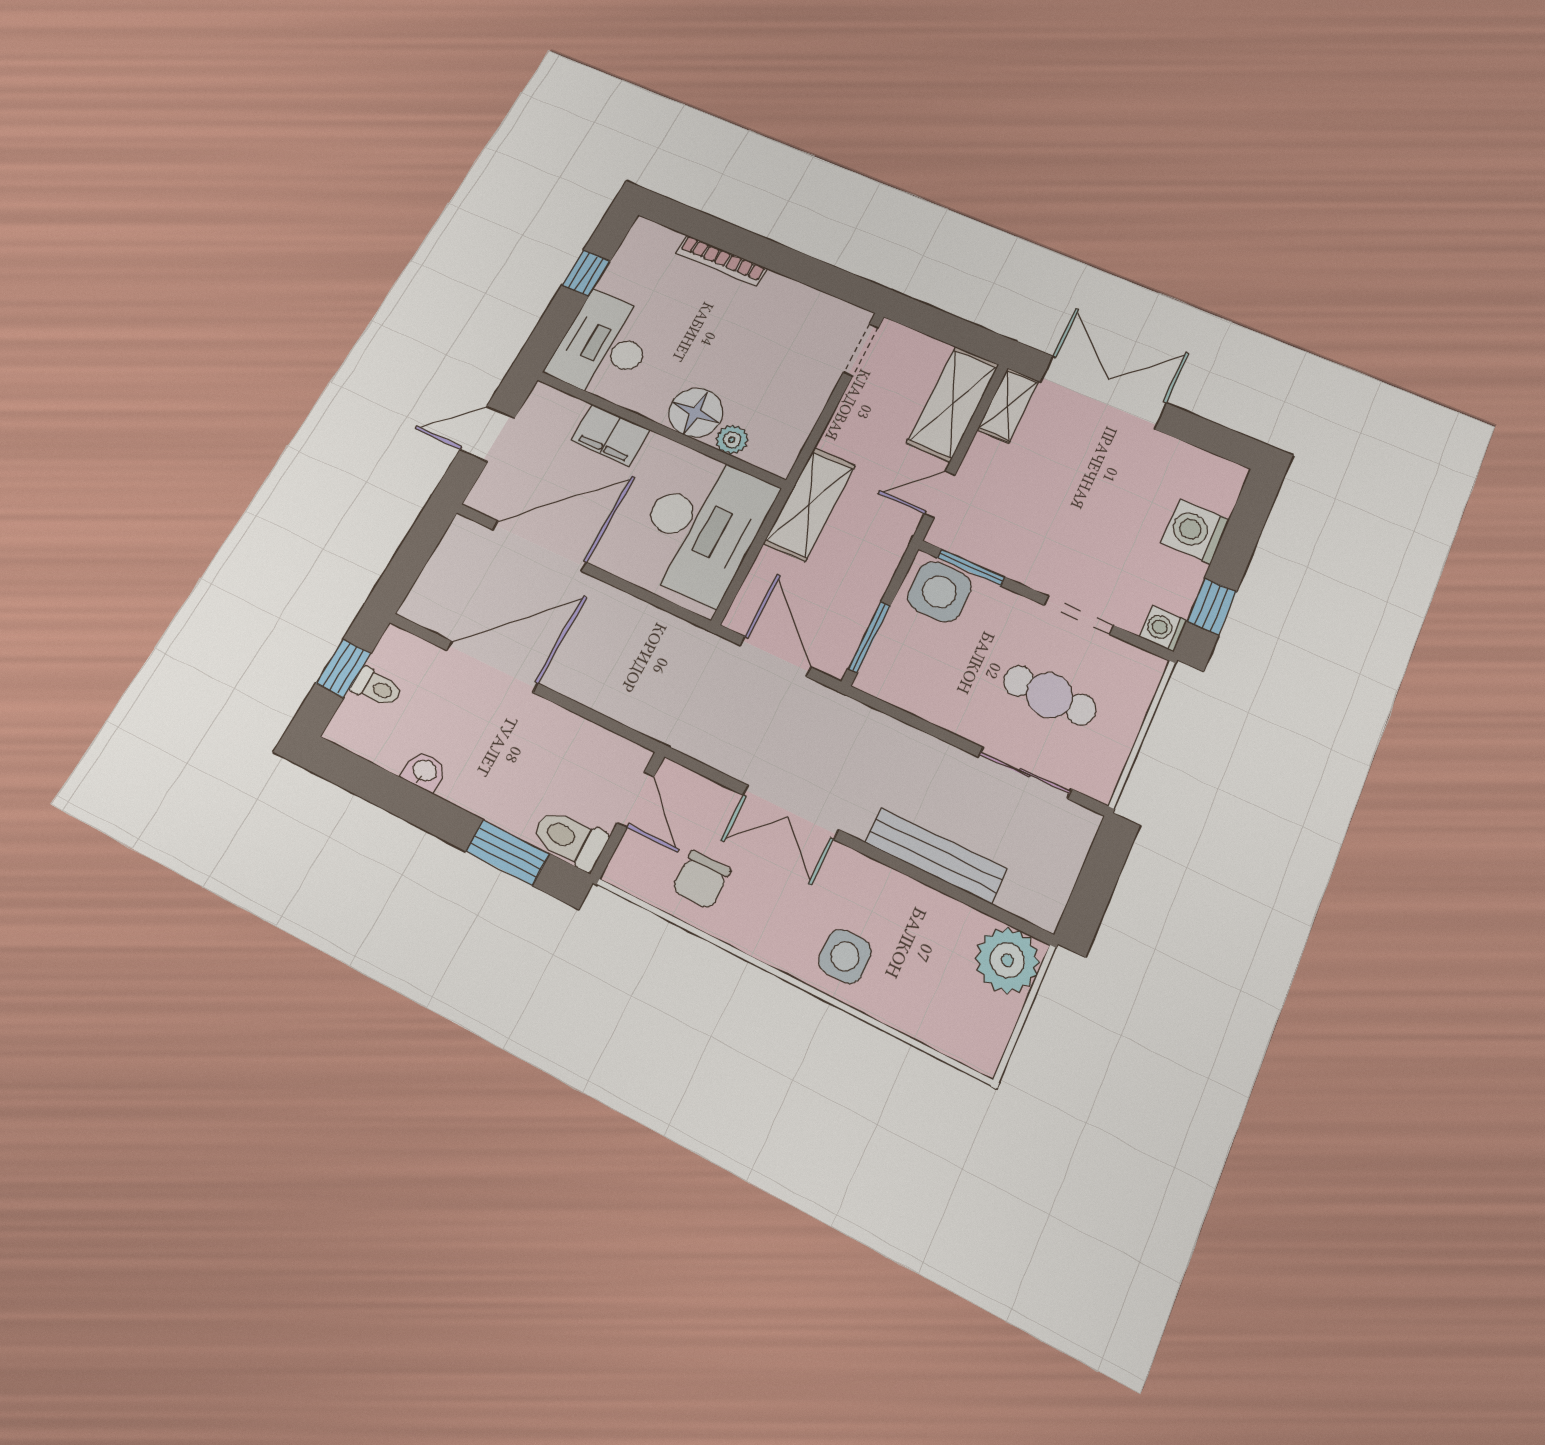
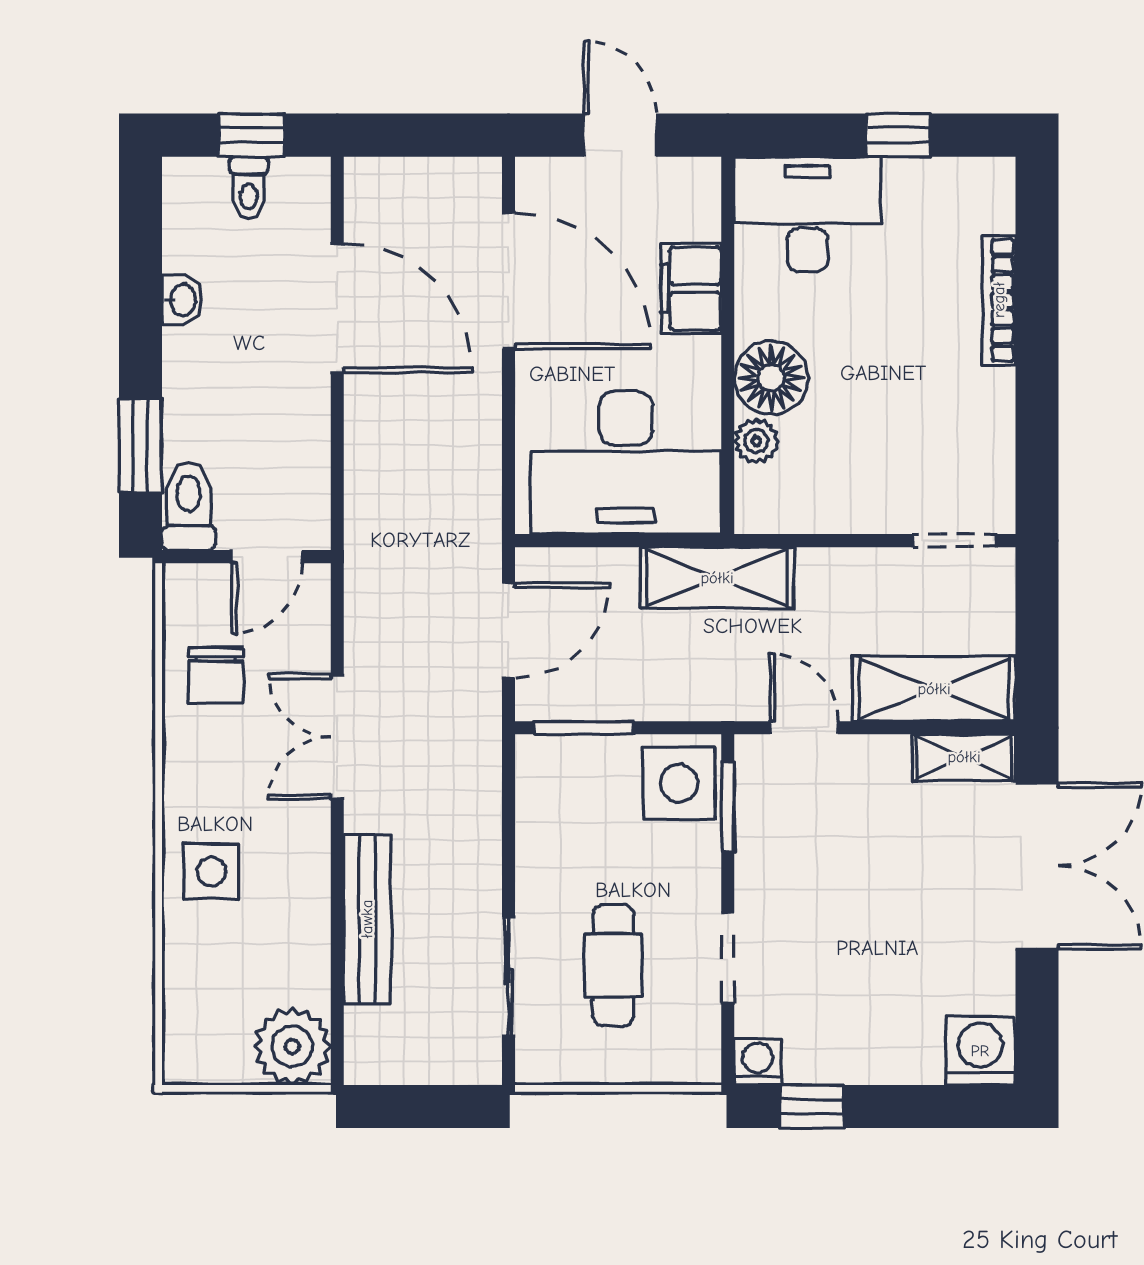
washing machine: (1195, 531) -> (980, 1051), moved
chair: (701, 880) -> (216, 675), turned -90

